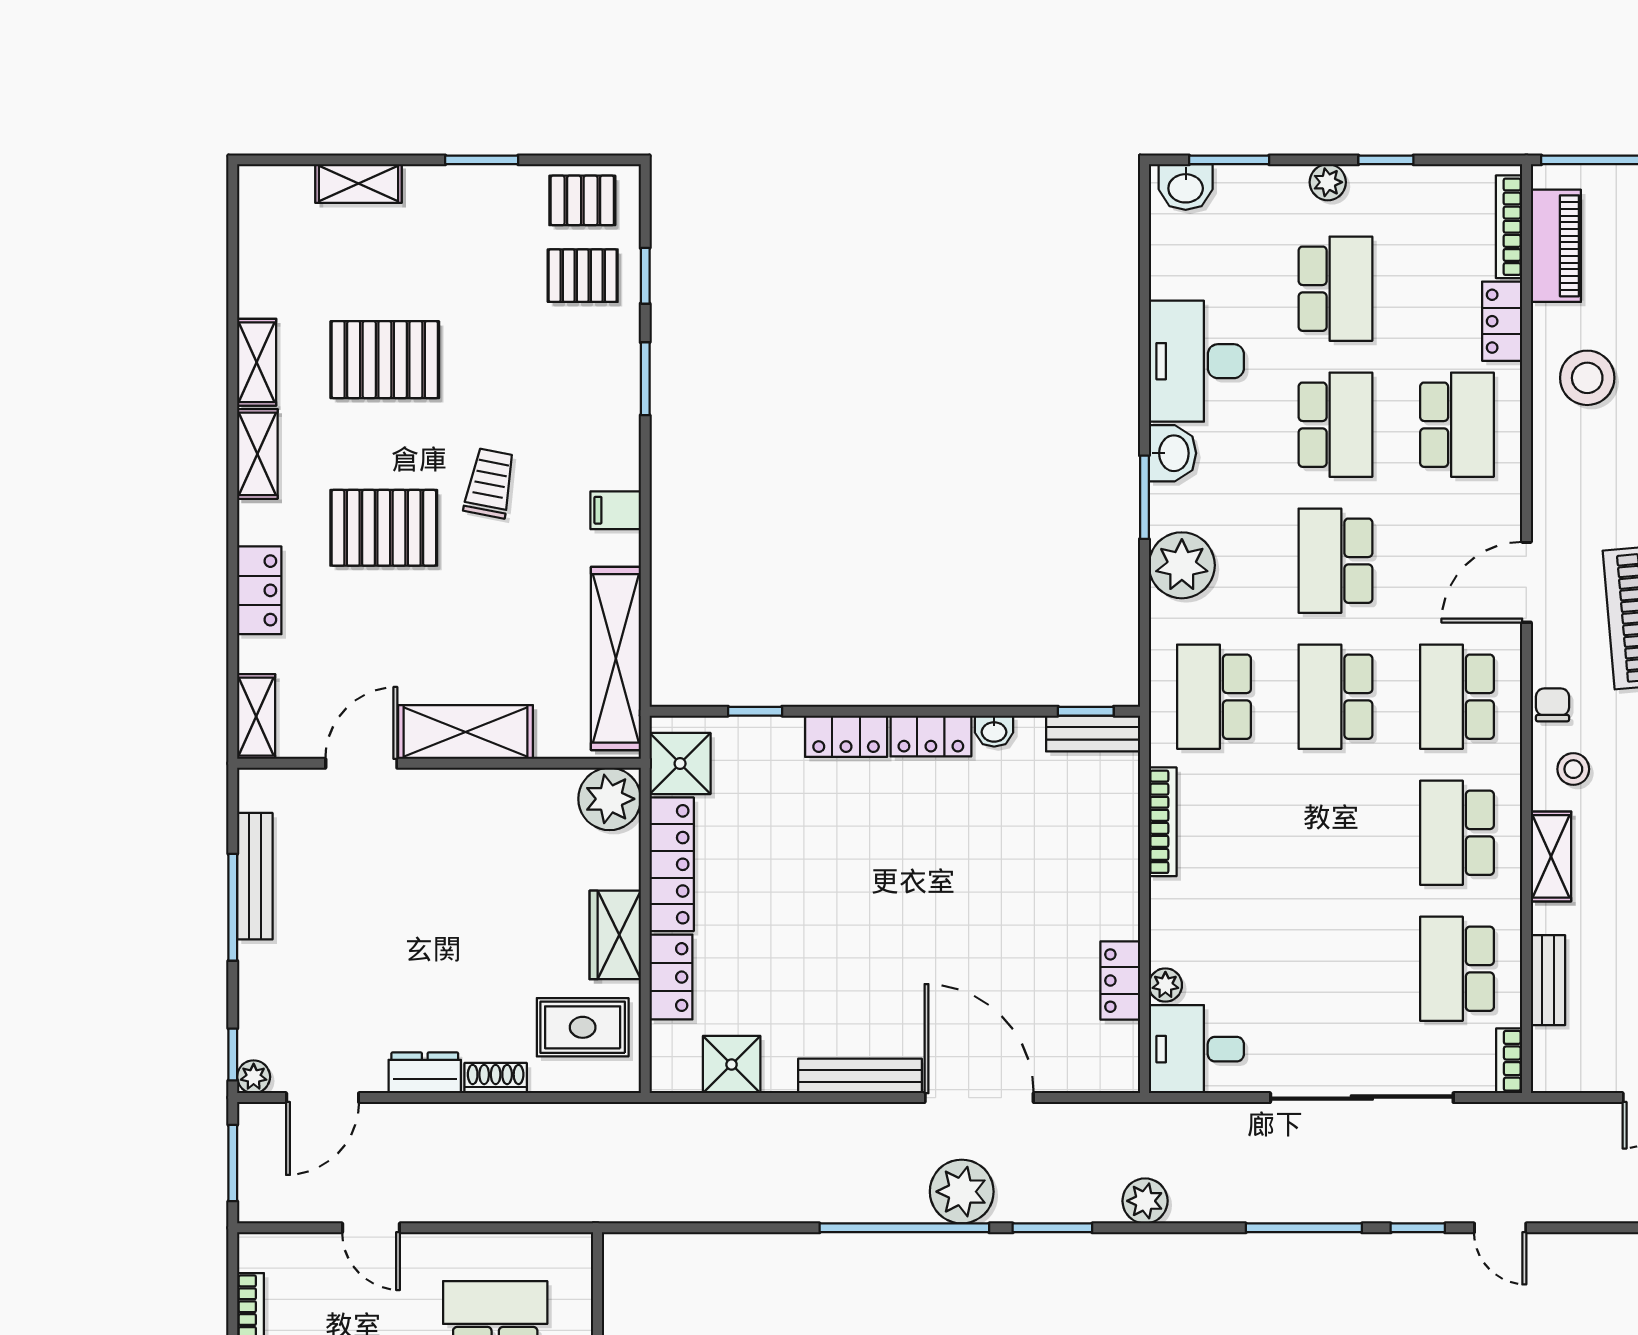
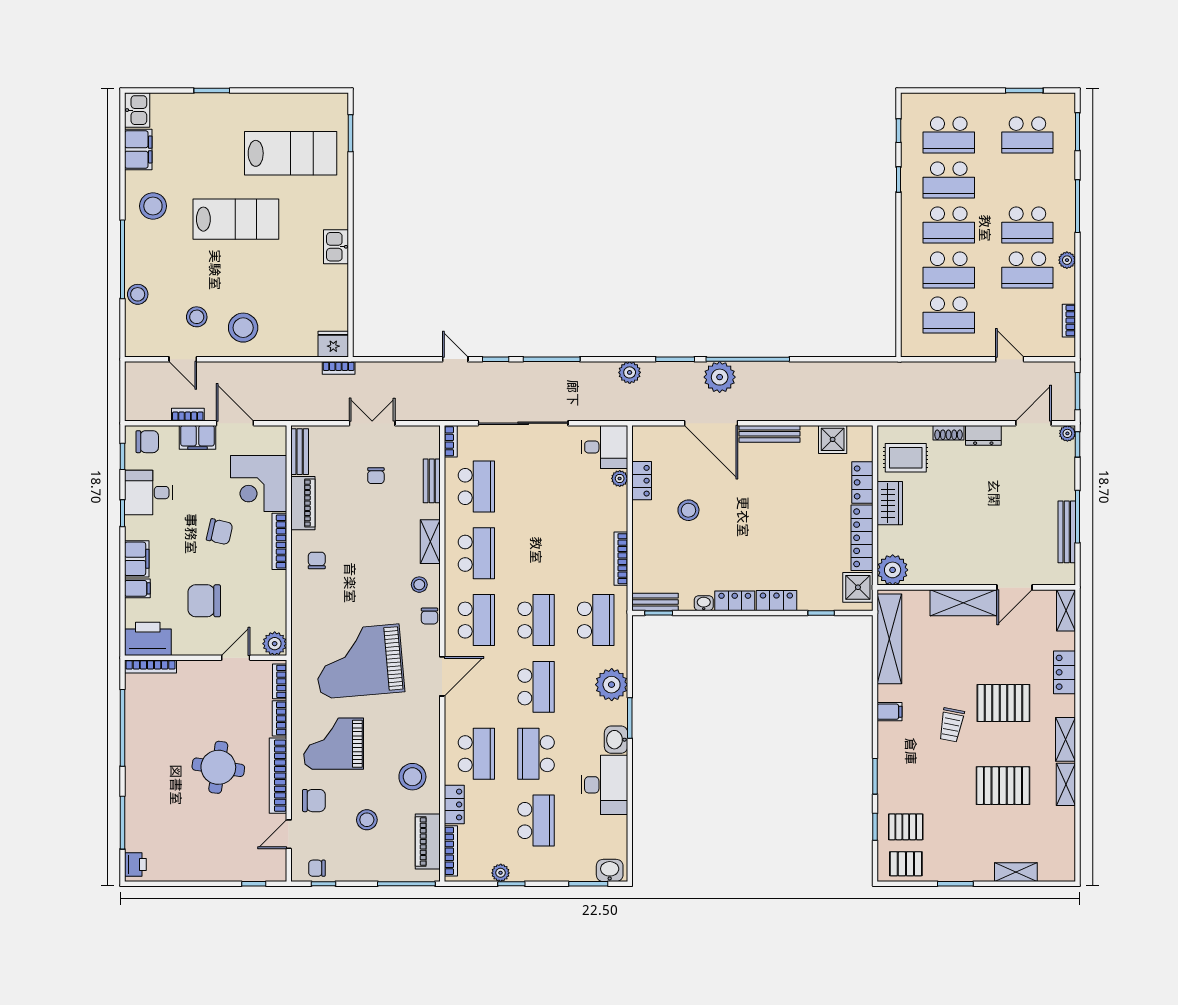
plant: (1328, 182) -> (501, 873), moved
school desk: (1335, 289) -> (536, 820), turned 180
school desk: (1457, 425) -> (476, 754), turned 180
stool: (1025, 920) -> (688, 510), added

